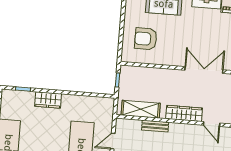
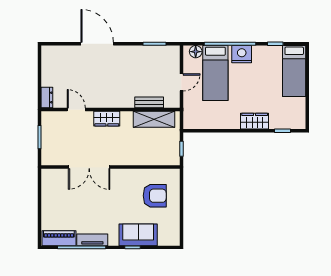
wardrobe: (184, 113) -> (107, 119), width x0.67
bench: (155, 126) -> (149, 102), moved

